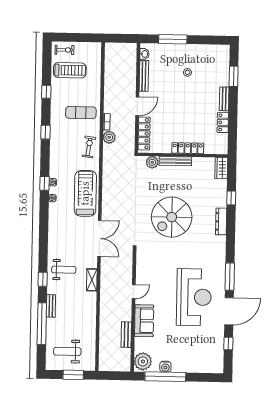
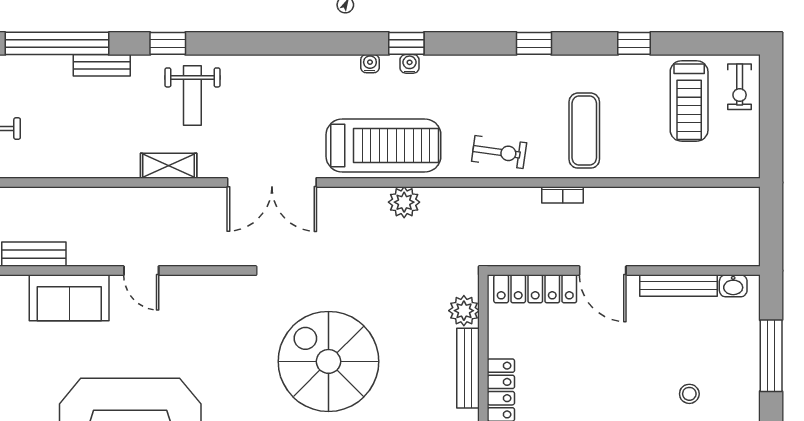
plant: (109, 137) -> (404, 202), moved

